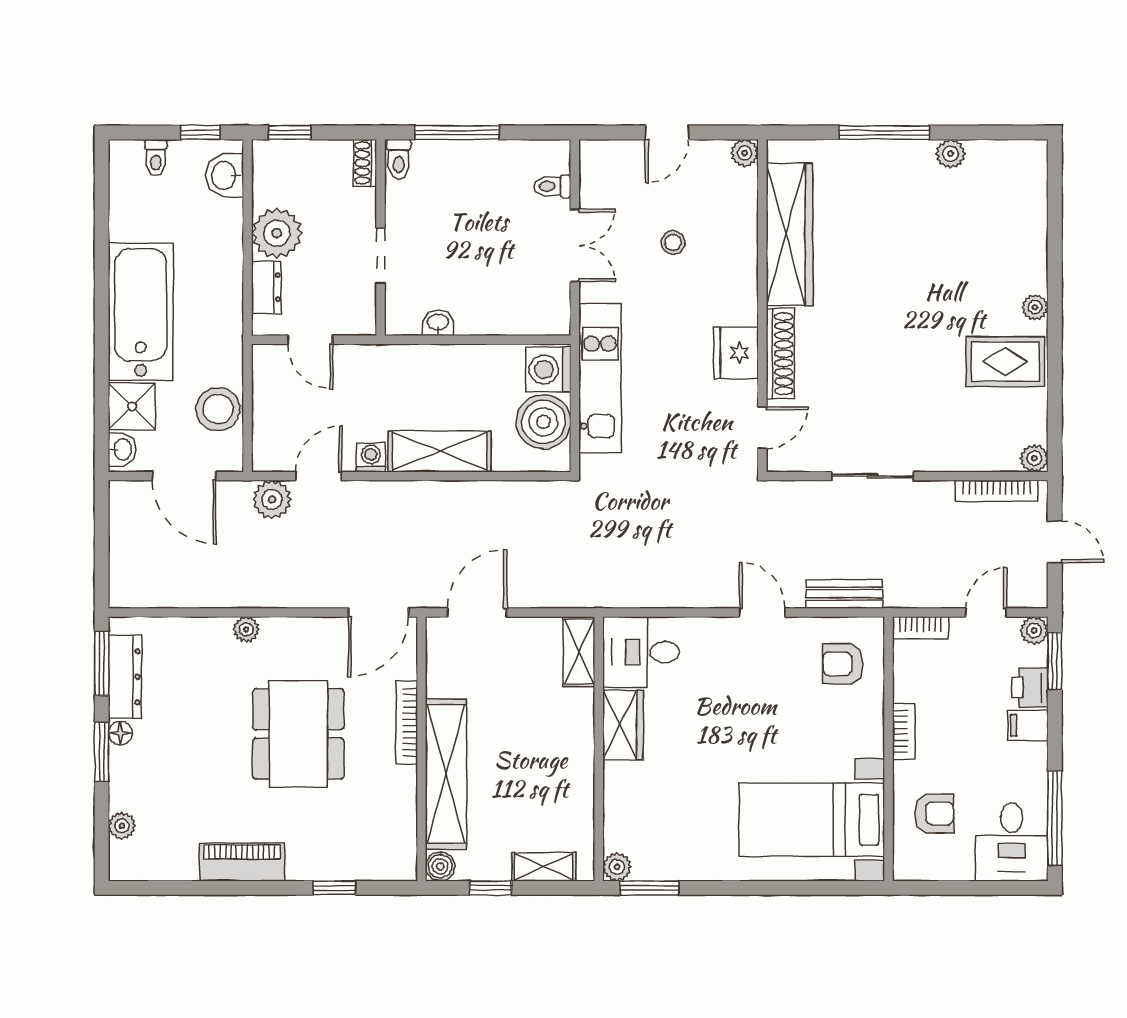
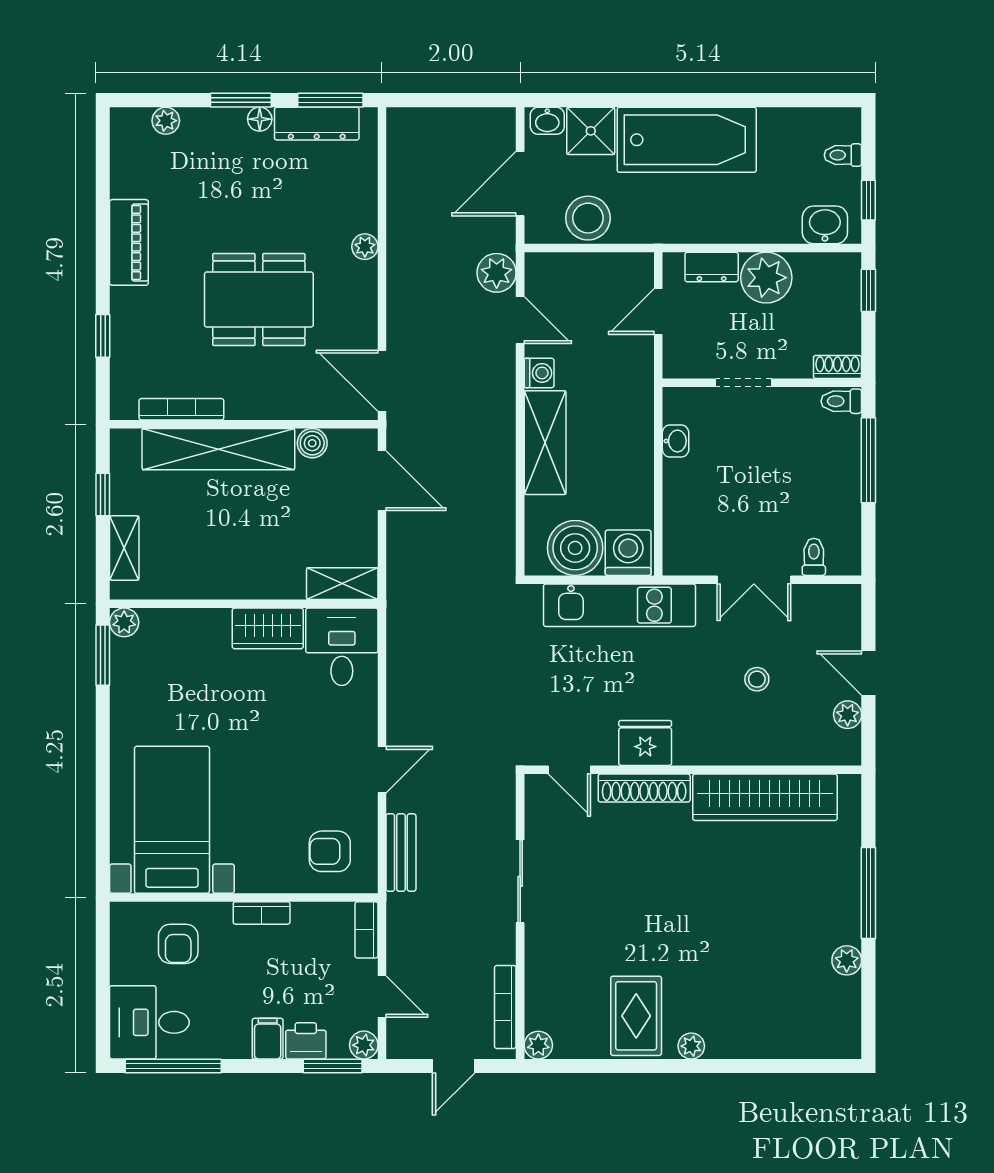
plant: (745, 153) -> (848, 715), moved
armchair: (843, 664) -> (330, 851), turned -90
bookcase: (407, 723) -> (181, 409), moved
boiler: (440, 866) -> (312, 443), moved

